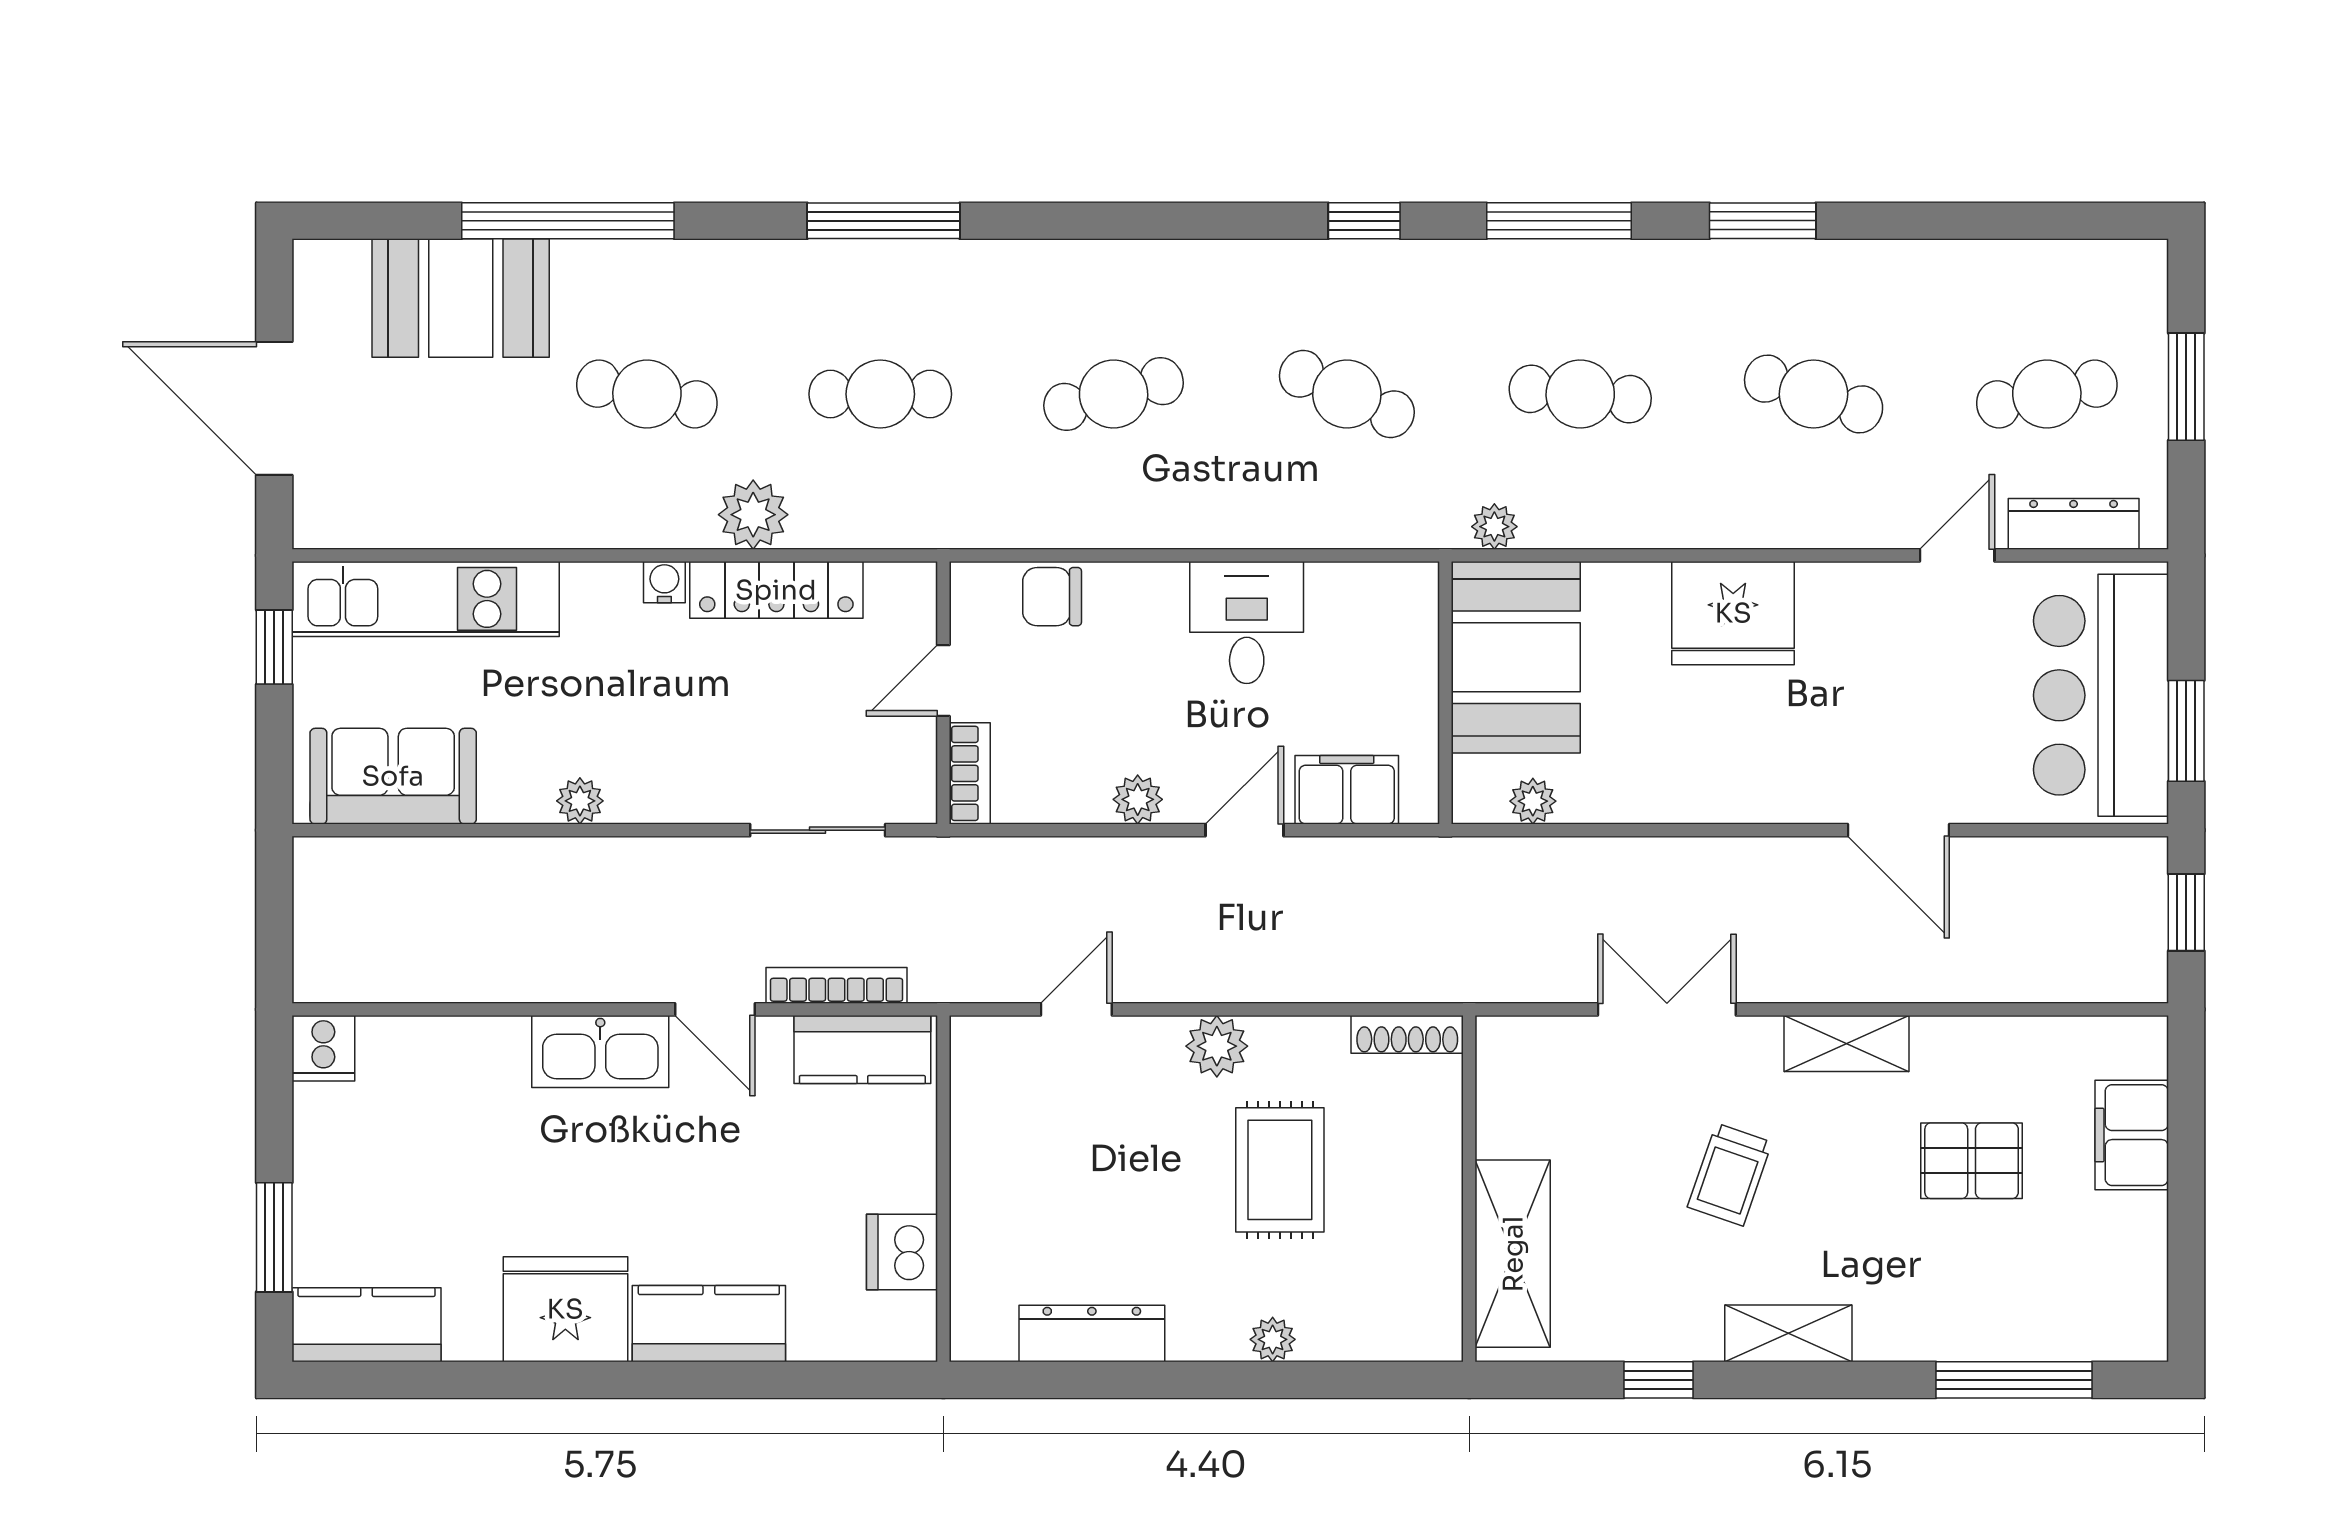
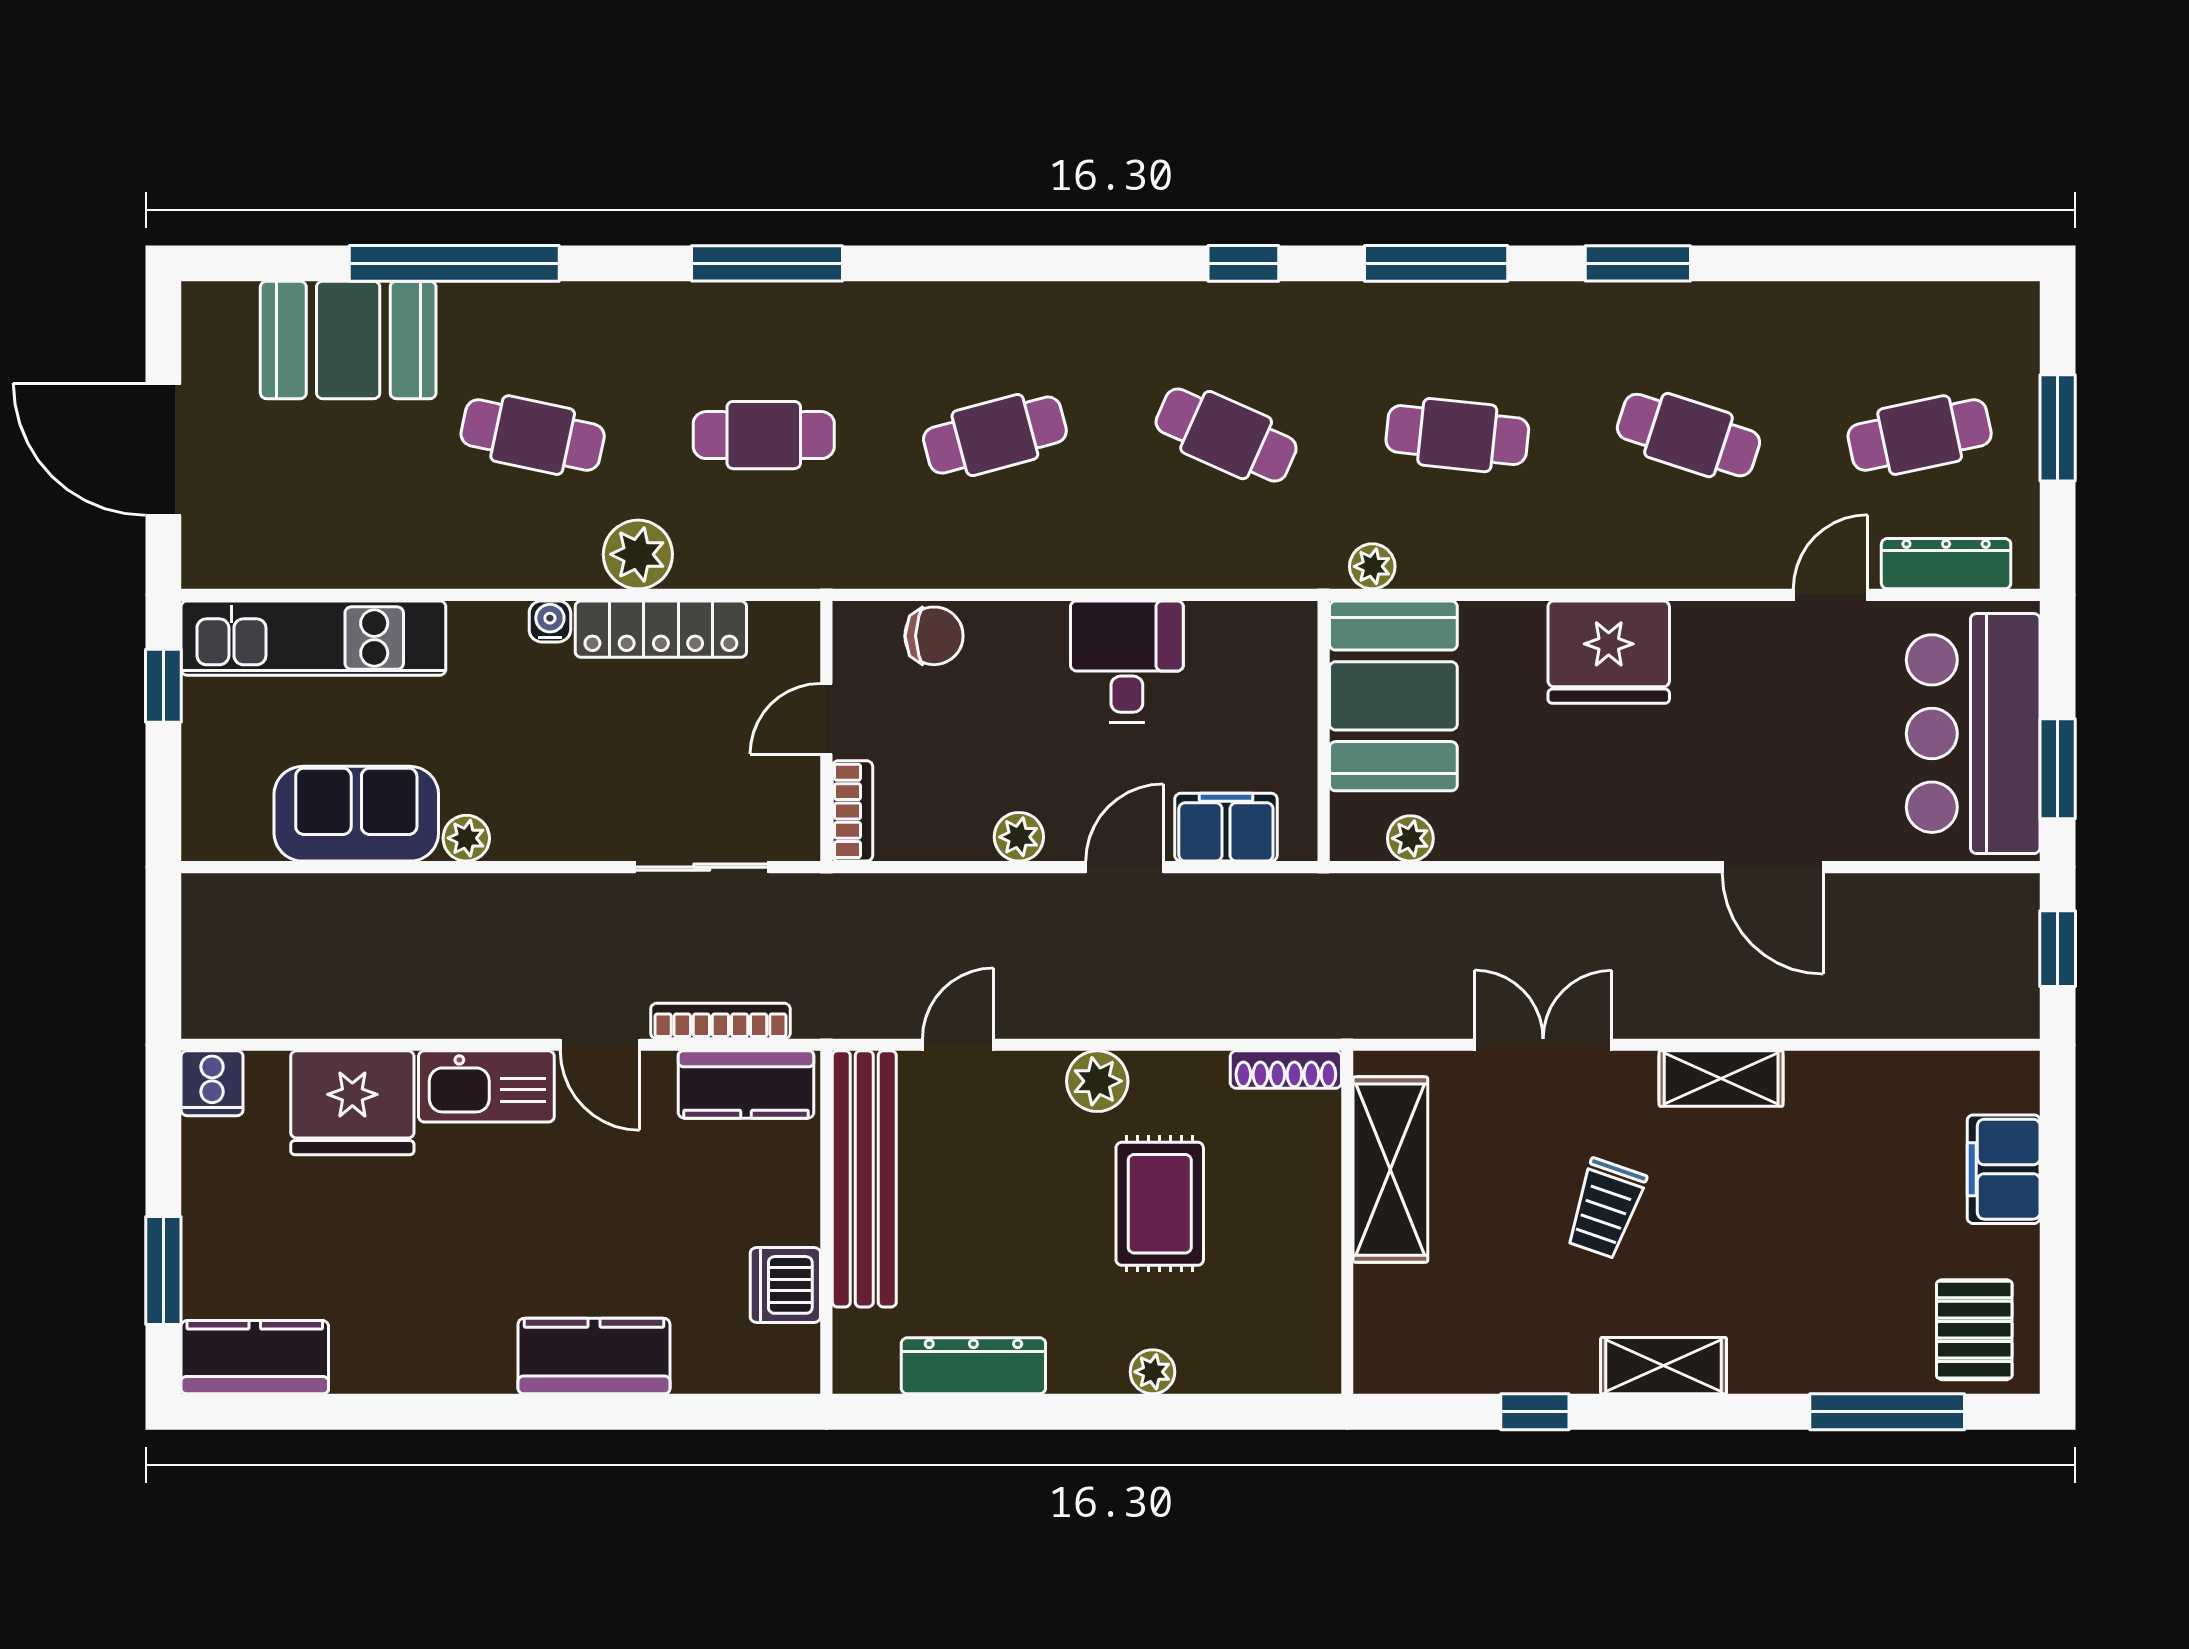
chair: (1052, 597) -> (934, 636), turned 180
sofa: (393, 776) -> (356, 814), moved
bench: (982, 1145) -> (864, 1179), added
pallet: (1972, 1161) -> (1974, 1330), moved, turned 90
shelving: (1513, 1254) -> (1390, 1170), moved
fridge: (565, 1309) -> (352, 1103), moved, turned 180

